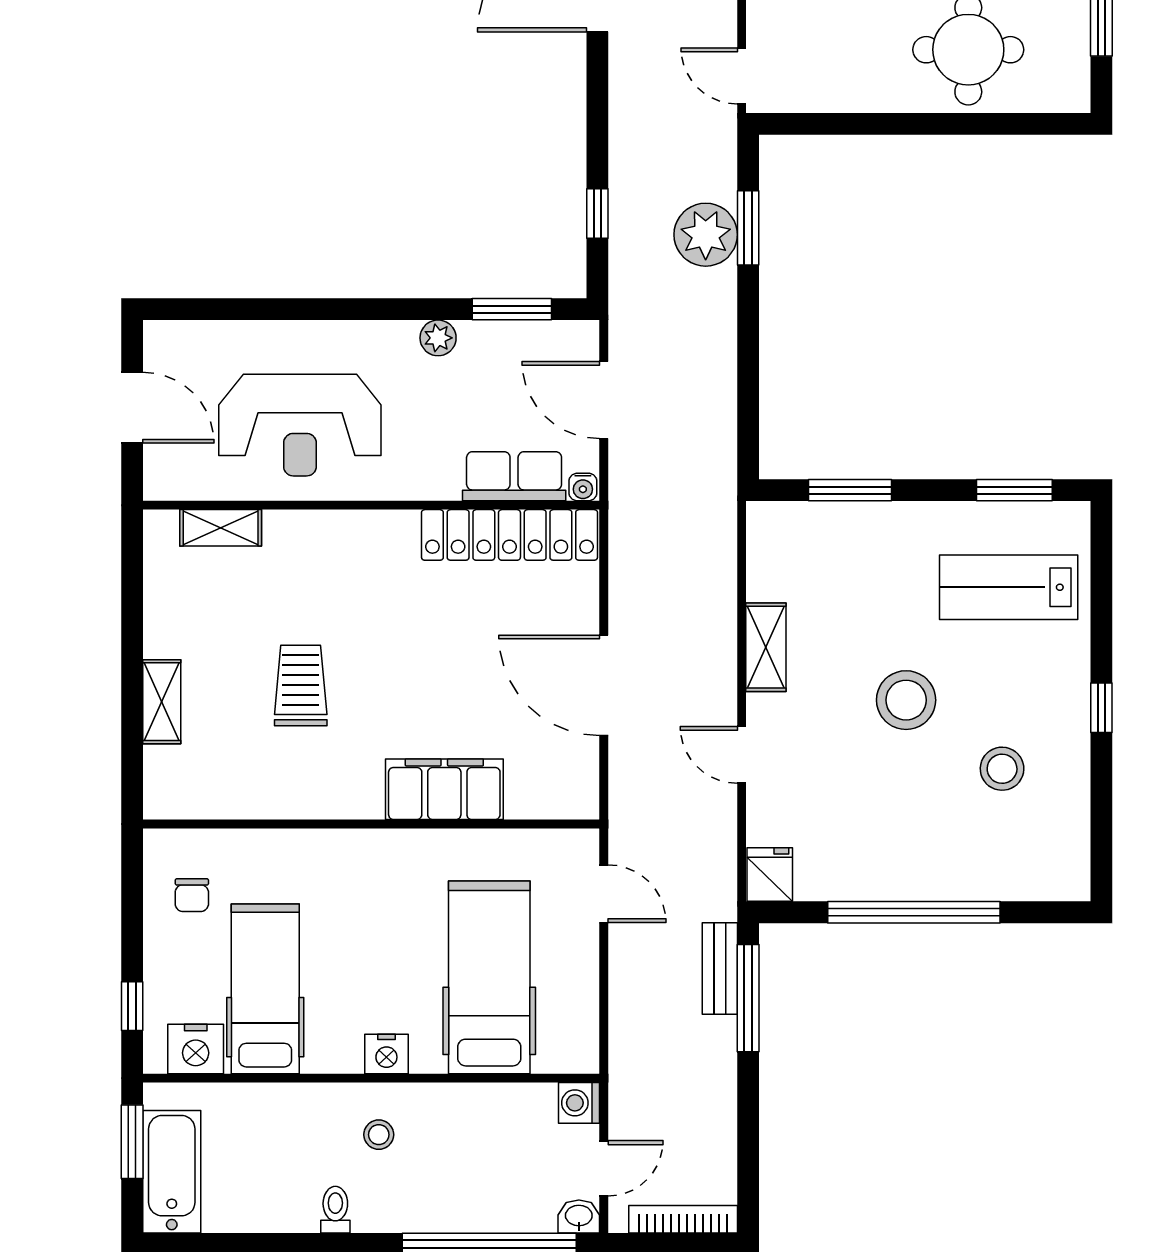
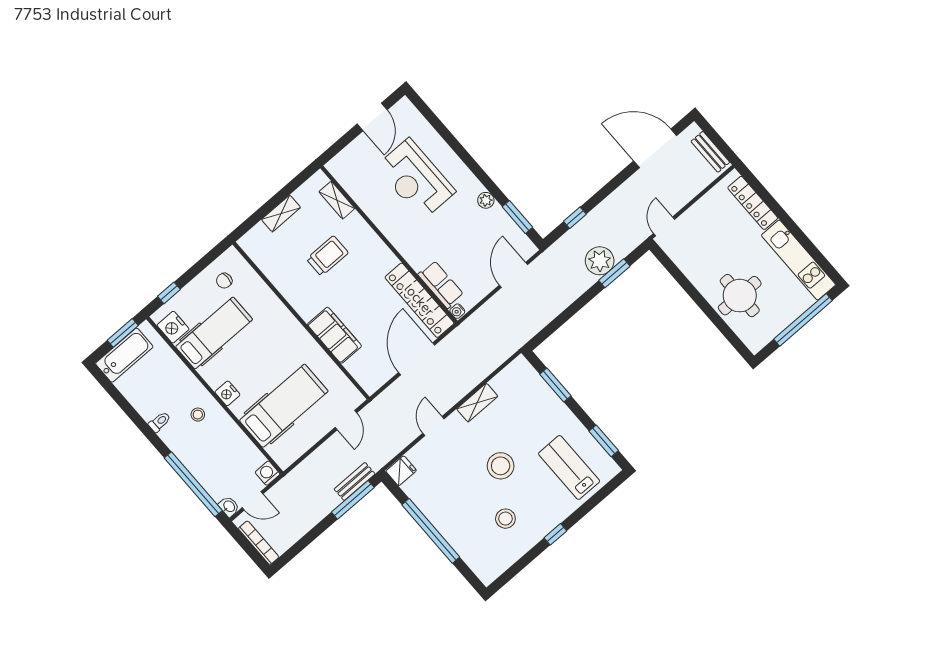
row of seats: (514, 476) -> (441, 285), moved
water cooler: (583, 487) -> (457, 311), moved
wall: (371, 505) -> (389, 245), moved
shelving: (221, 528) -> (337, 200), moved
locker: (509, 535) -> (419, 300), moved

